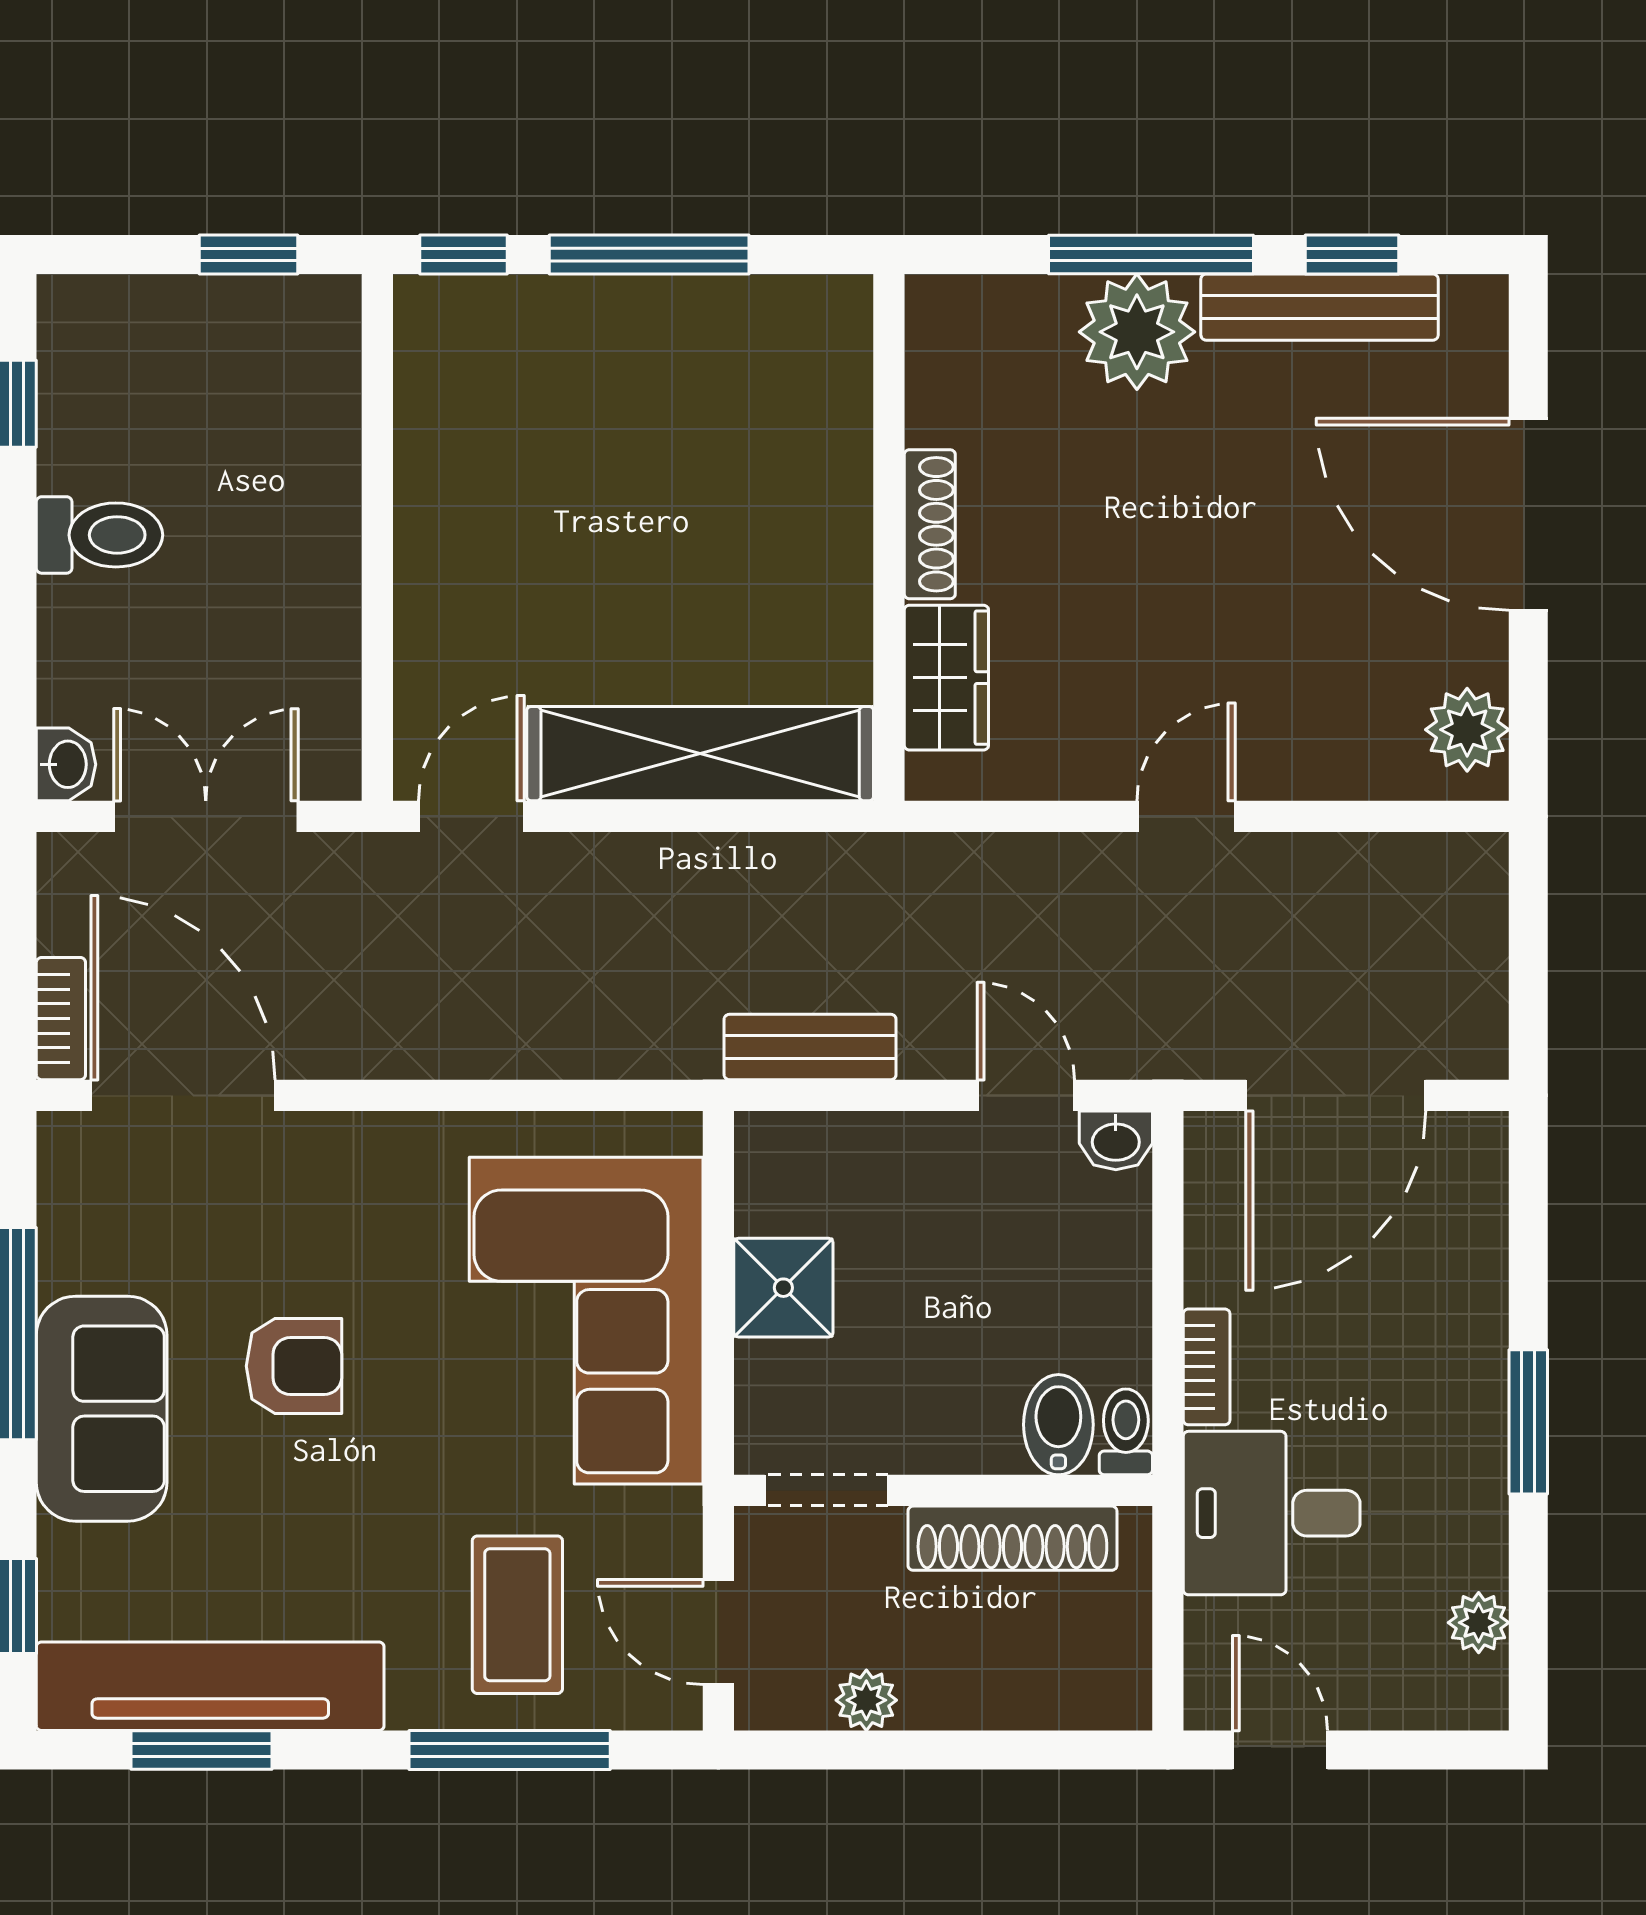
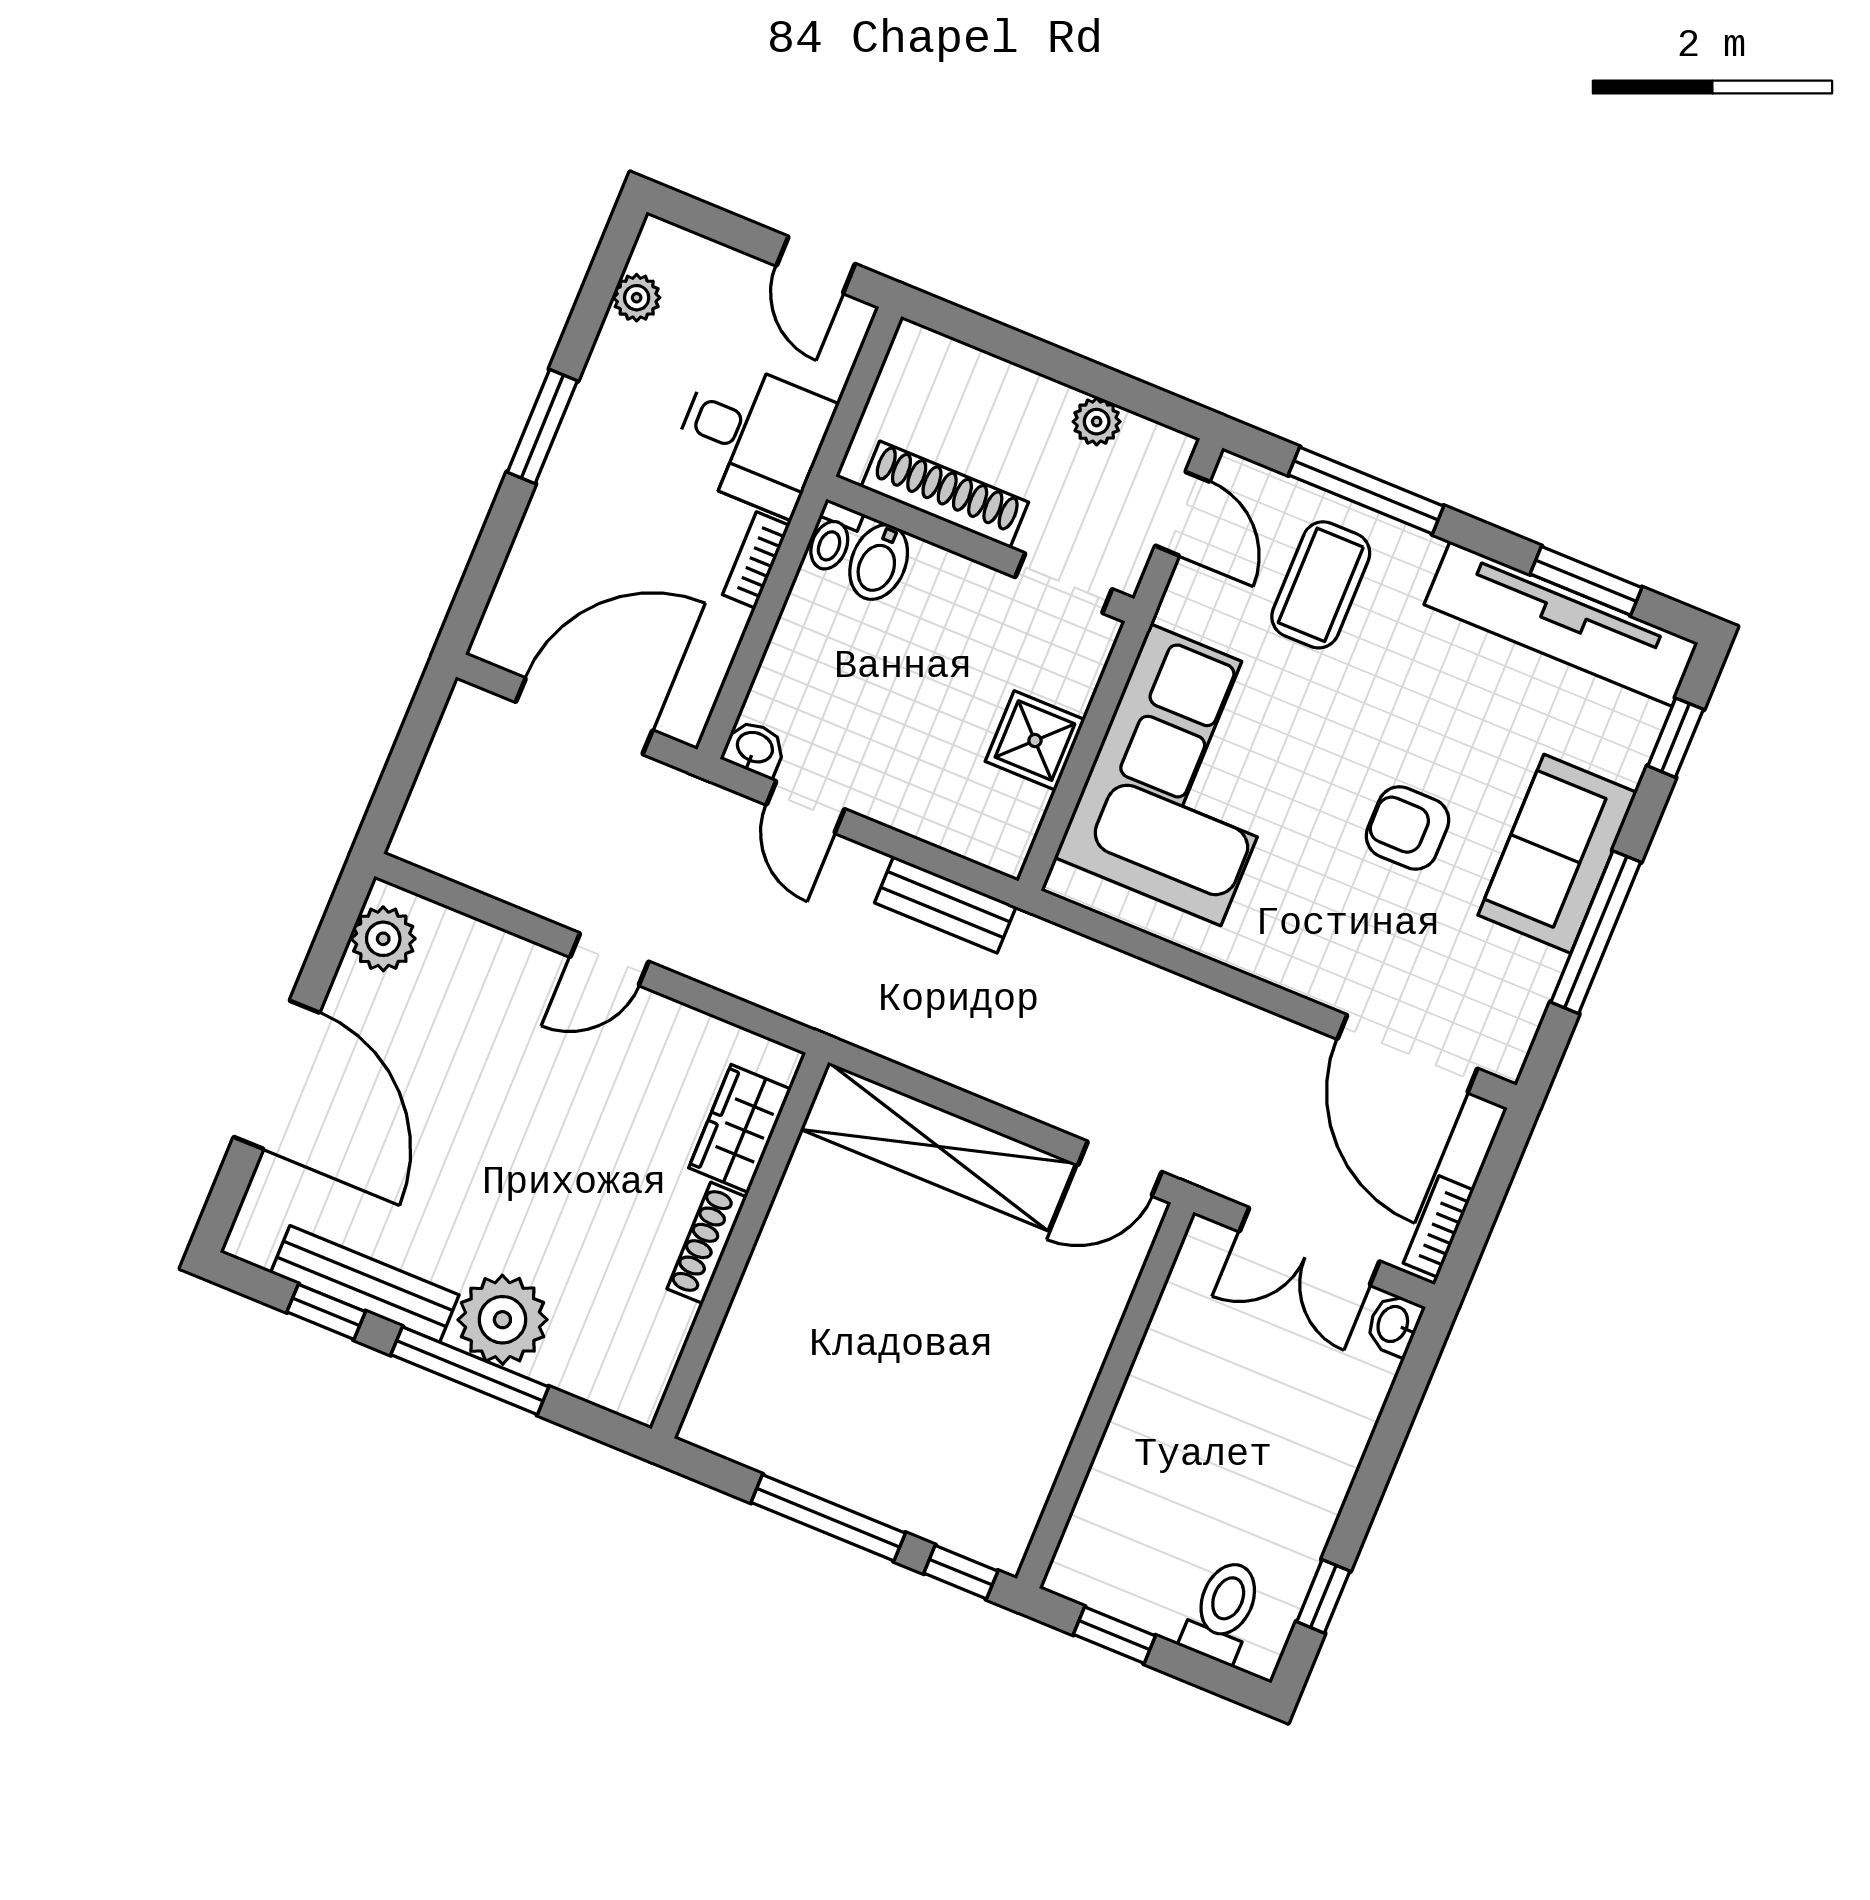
toilet: (99, 535) -> (1223, 1611), moved, turned 90
bookcase: (61, 1019) -> (1438, 1227), moved

